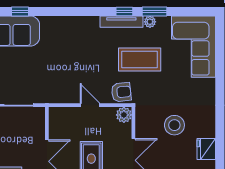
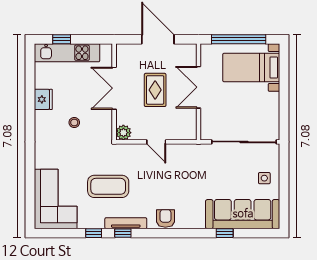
window: (155, 11) -> (94, 233), width x0.67
plant: (150, 22) -> (98, 223), removed
armchair: (121, 92) -> (165, 218), moved, turned 96
stool: (174, 125) -> (74, 122), width x0.53, depth x0.53

